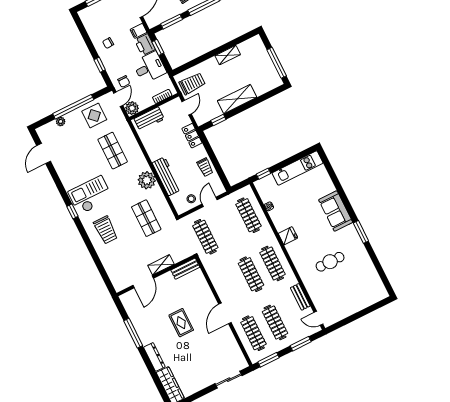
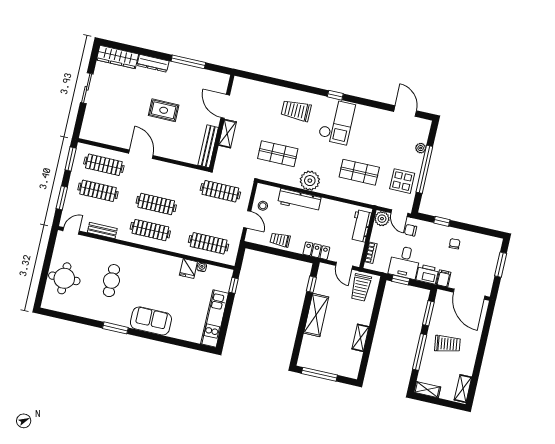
window: (158, 47) -> (401, 280), moved
fridge: (288, 236) -> (188, 268), moved
bench: (185, 269) -> (208, 146), width x1.36
round table: (355, 296) -> (64, 278), added
sliding door: (229, 380) -> (87, 88), moved

